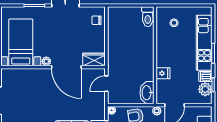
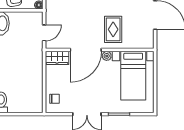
door: (66, 67) -> (86, 50), swing flipped
rug: (40, 87) -> (113, 29), added

